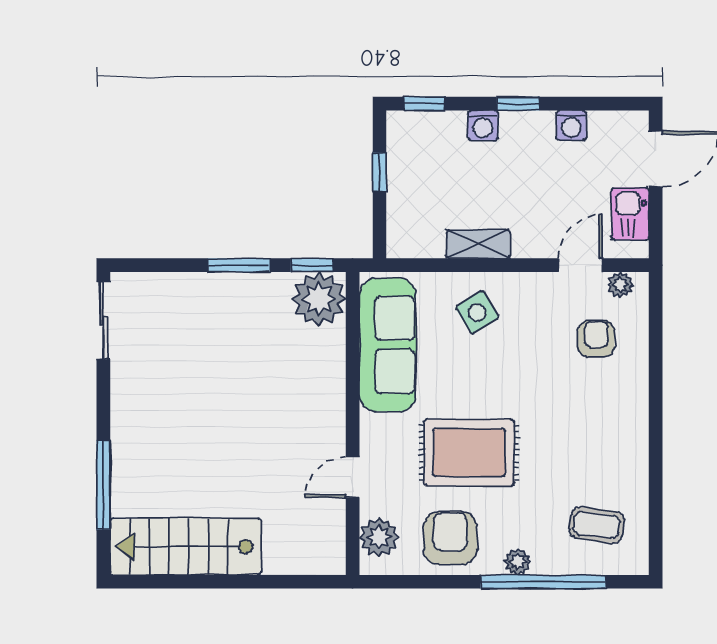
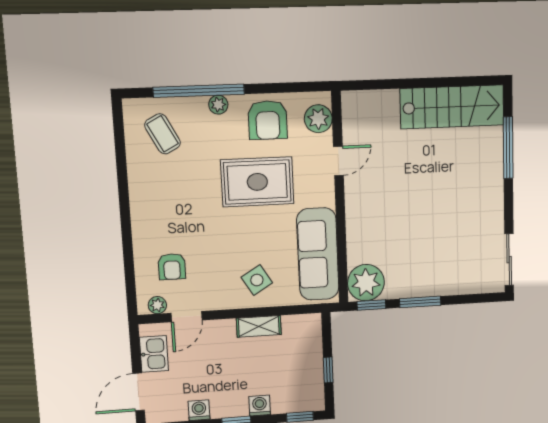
coffee table: (597, 525) -> (162, 134), turned 55

